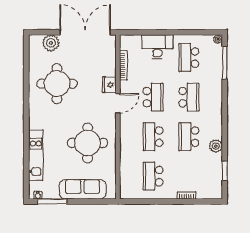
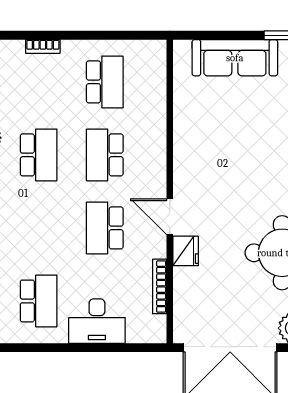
school desk: (189, 97) -> (39, 228), removed
door: (118, 103) -> (170, 217), hinge flipped
school desk: (153, 137) -> (105, 155), turned 180
round table: (88, 143) -> (226, 143), removed

